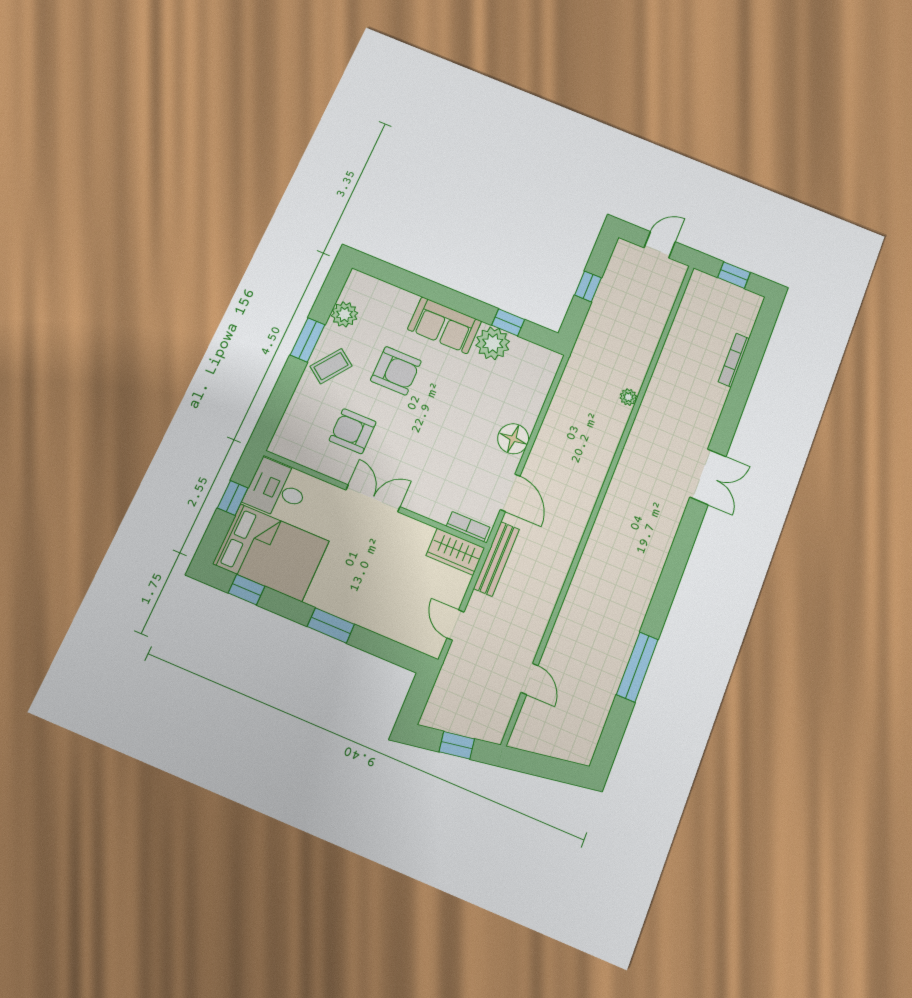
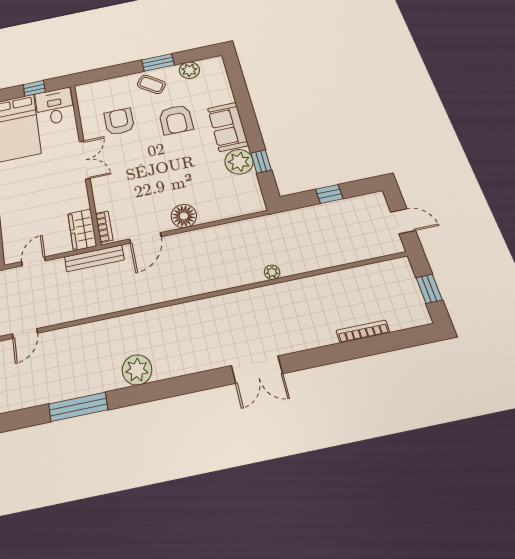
plant: (638, 588) -> (137, 370), added

